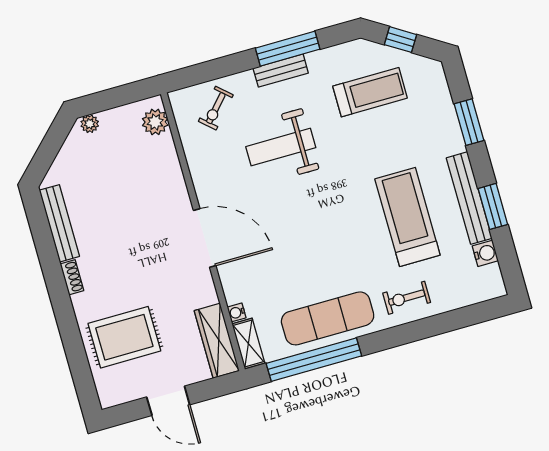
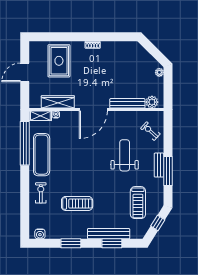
bench: (469, 198) -> (109, 234), moved
treadmill: (407, 217) -> (77, 203), width x0.73, depth x0.73
bench: (59, 223) -> (127, 103), moved
water cooler: (485, 253) -> (40, 234), moved
wardrobe: (217, 341) -> (58, 102), moved

